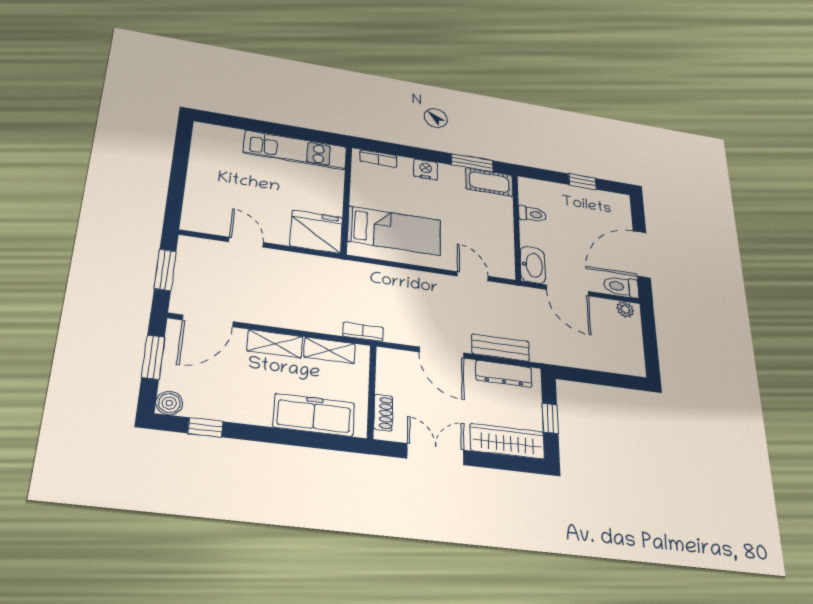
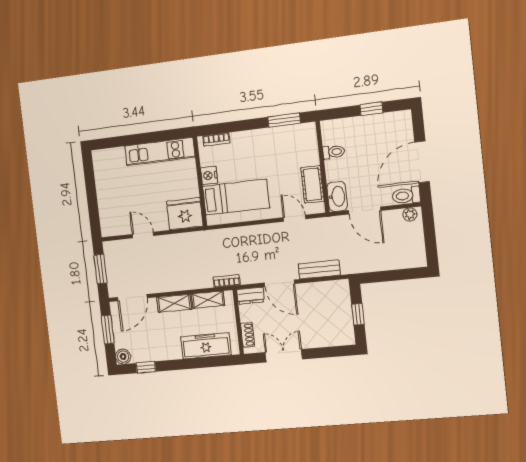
nightstand: (426, 169) -> (209, 175), moved, turned -90
cot: (489, 182) -> (312, 184), moved, turned 90
dresser: (504, 374) -> (251, 296), moved, width x0.70
wardrobe: (507, 441) -> (330, 337), removed

